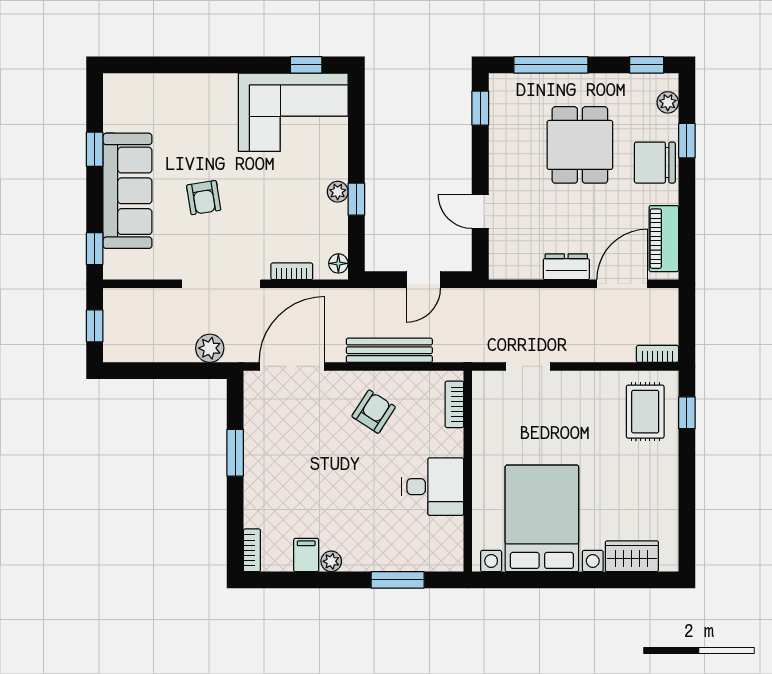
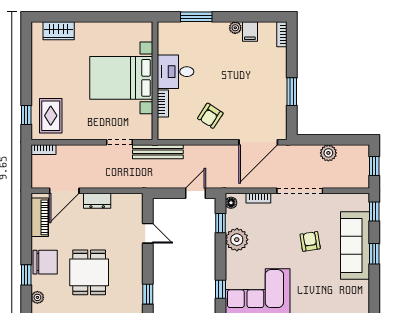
window: (356, 116) -> (220, 289), added
window: (95, 149) -> (374, 254), moved
plant: (338, 192) -> (237, 240), width x1.87, depth x1.87
window: (356, 199) -> (220, 223), moved
door: (423, 280) -> (196, 193), moved
plant: (210, 348) -> (328, 153), moved
bench: (389, 350) -> (158, 152), moved
bookcase: (454, 404) -> (163, 103), moved
bed with nightstands: (542, 518) -> (121, 78), moved, turned 90

